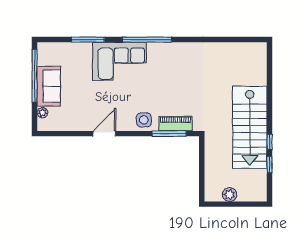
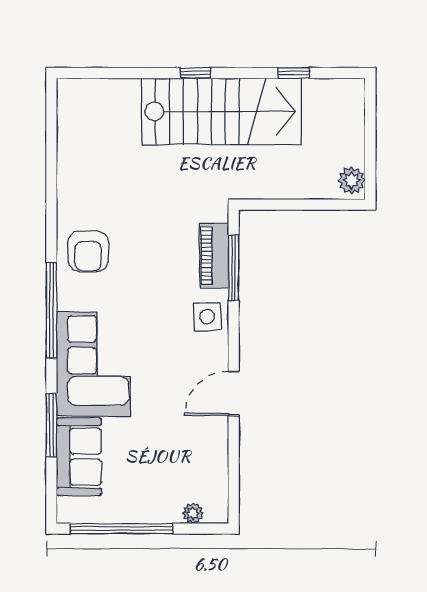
armchair: (178, 59) -> (88, 251), added
sofa: (49, 86) -> (79, 457), moved, turned 90
door: (104, 134) -> (234, 393), hinge flipped
window: (270, 142) -> (195, 73), moved
plant: (230, 195) -> (352, 180), moved

